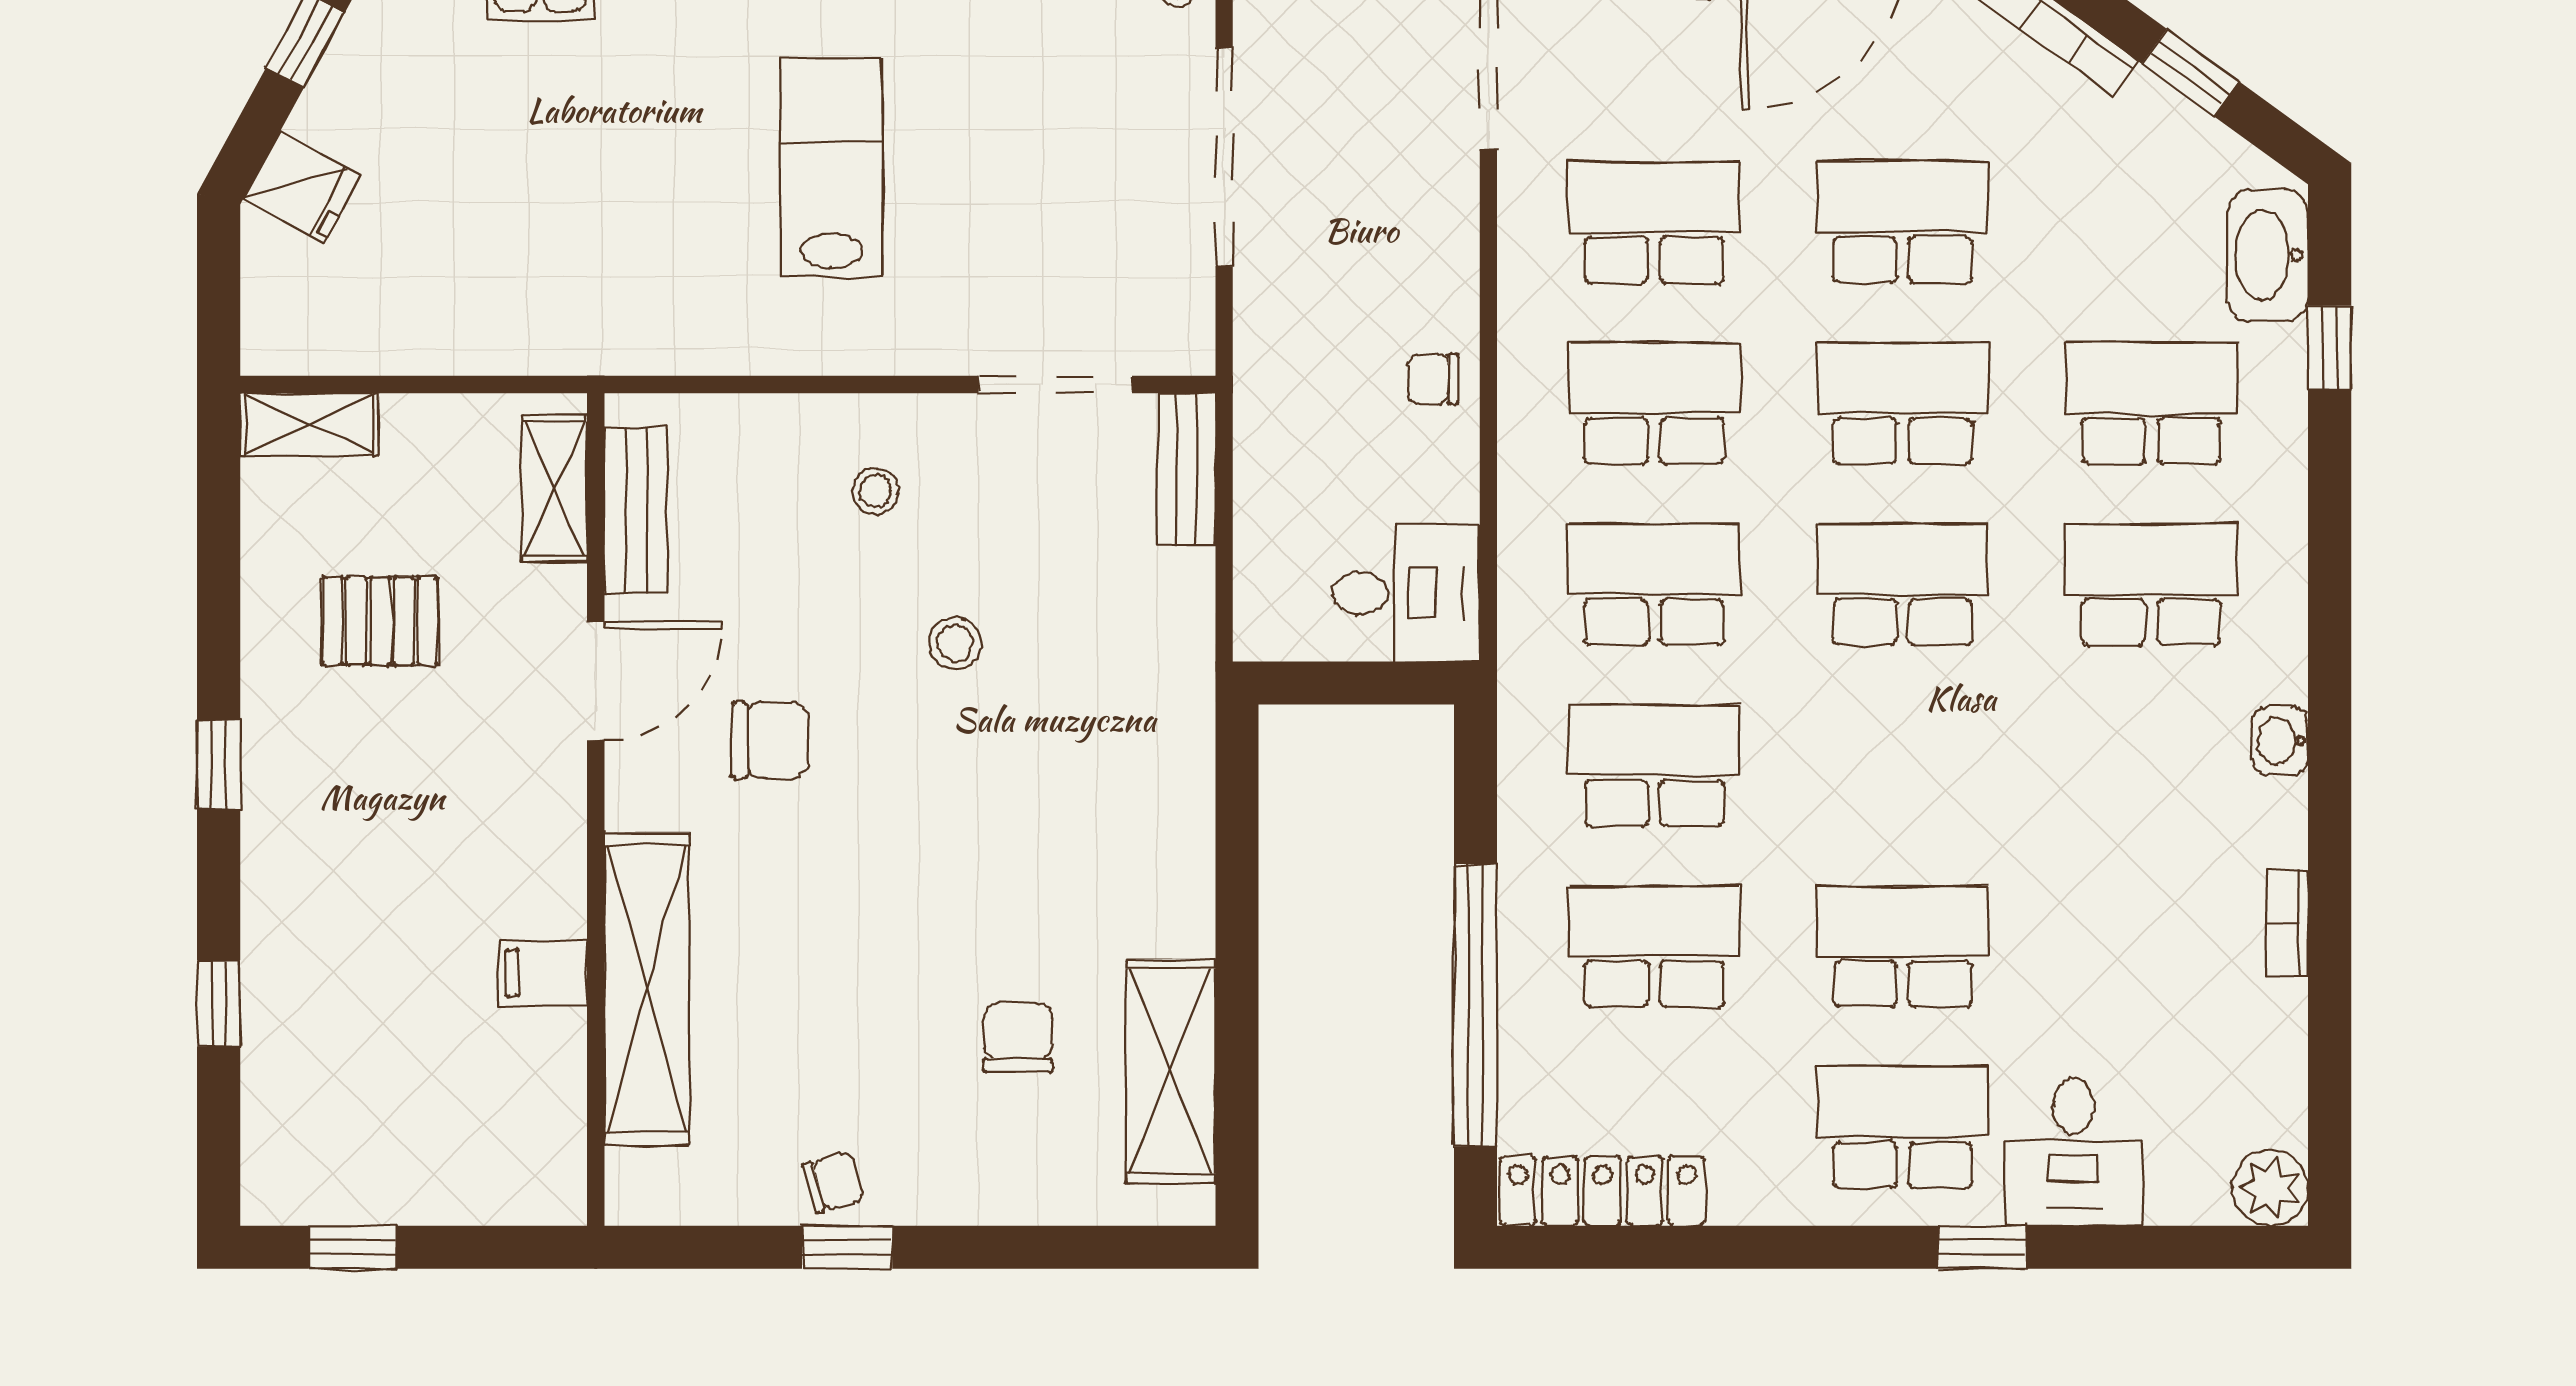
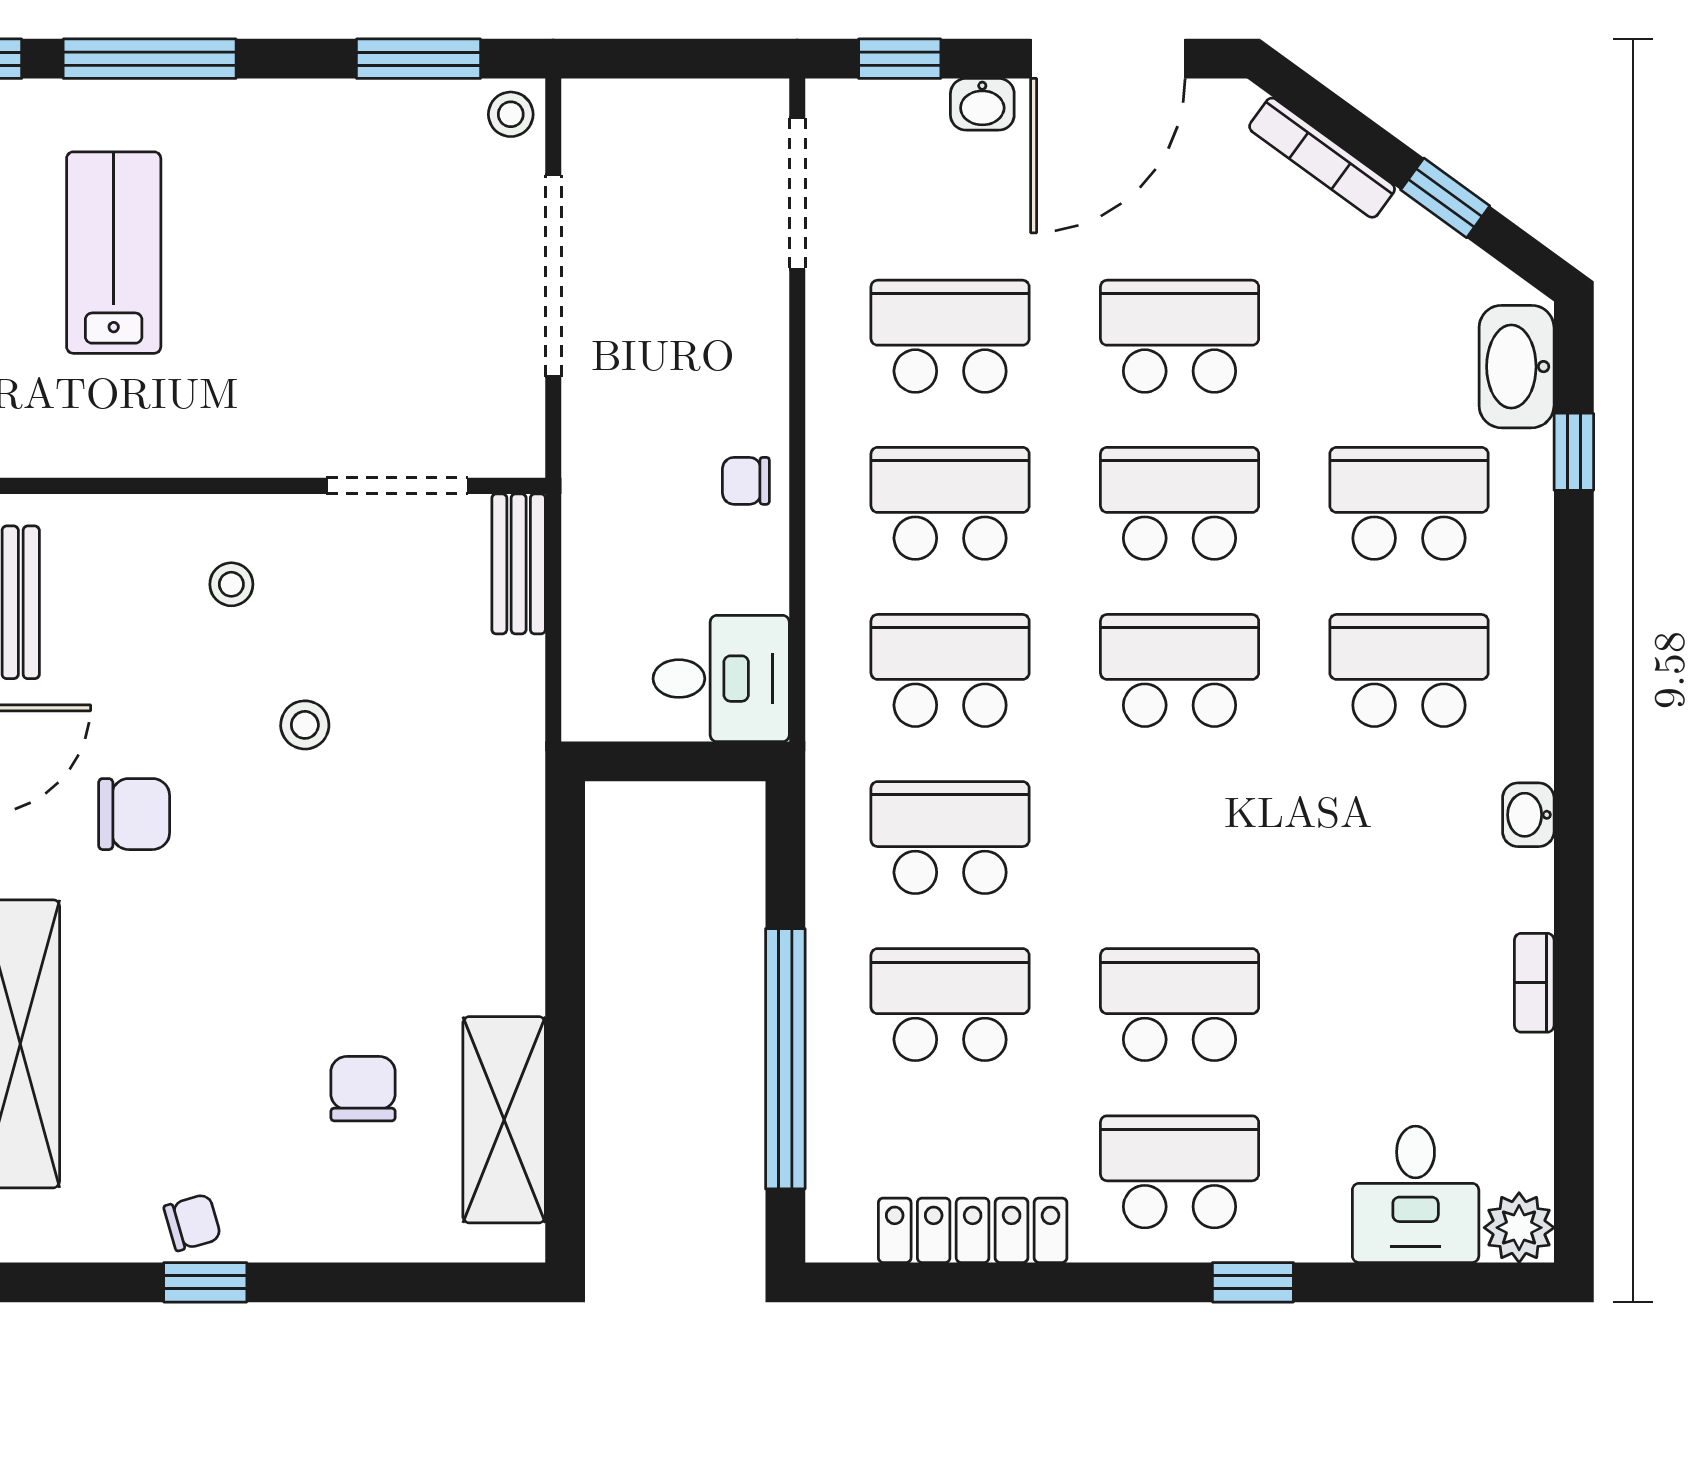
lab bench: (831, 168) -> (114, 253), moved
desk: (2073, 1152) -> (1416, 1194), moved
locker: (1602, 1191) -> (973, 1230), moved

